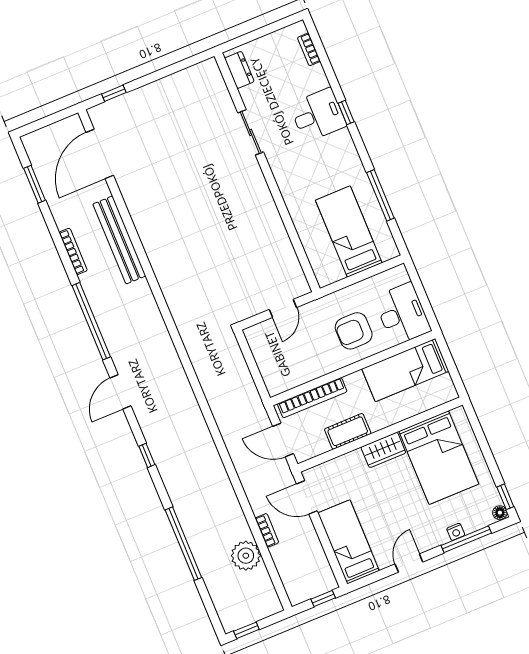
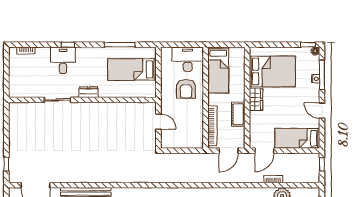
dresser: (239, 70) -> (89, 92), moved

